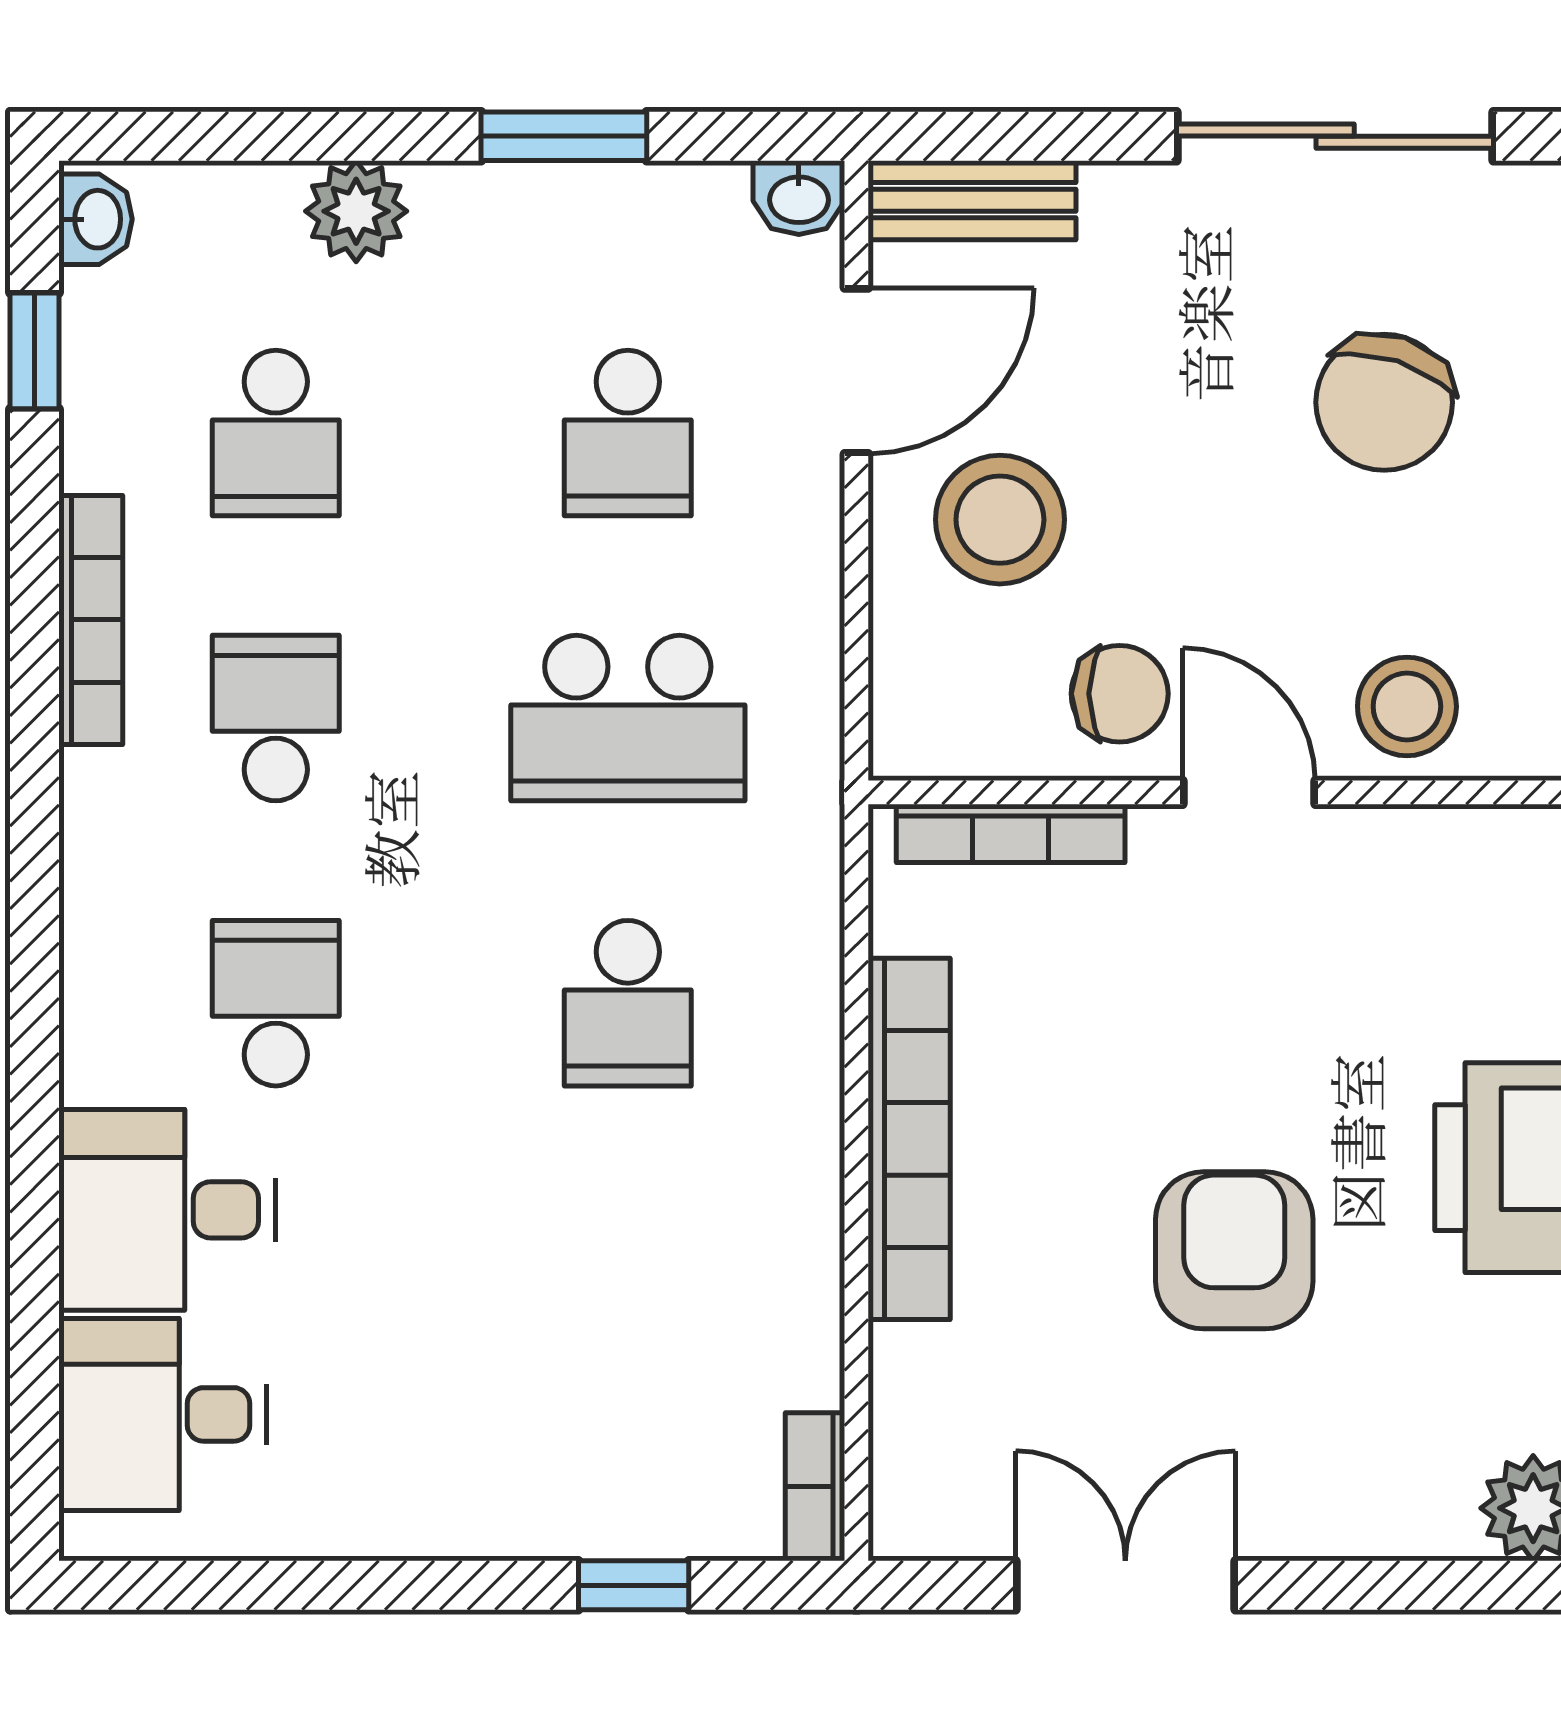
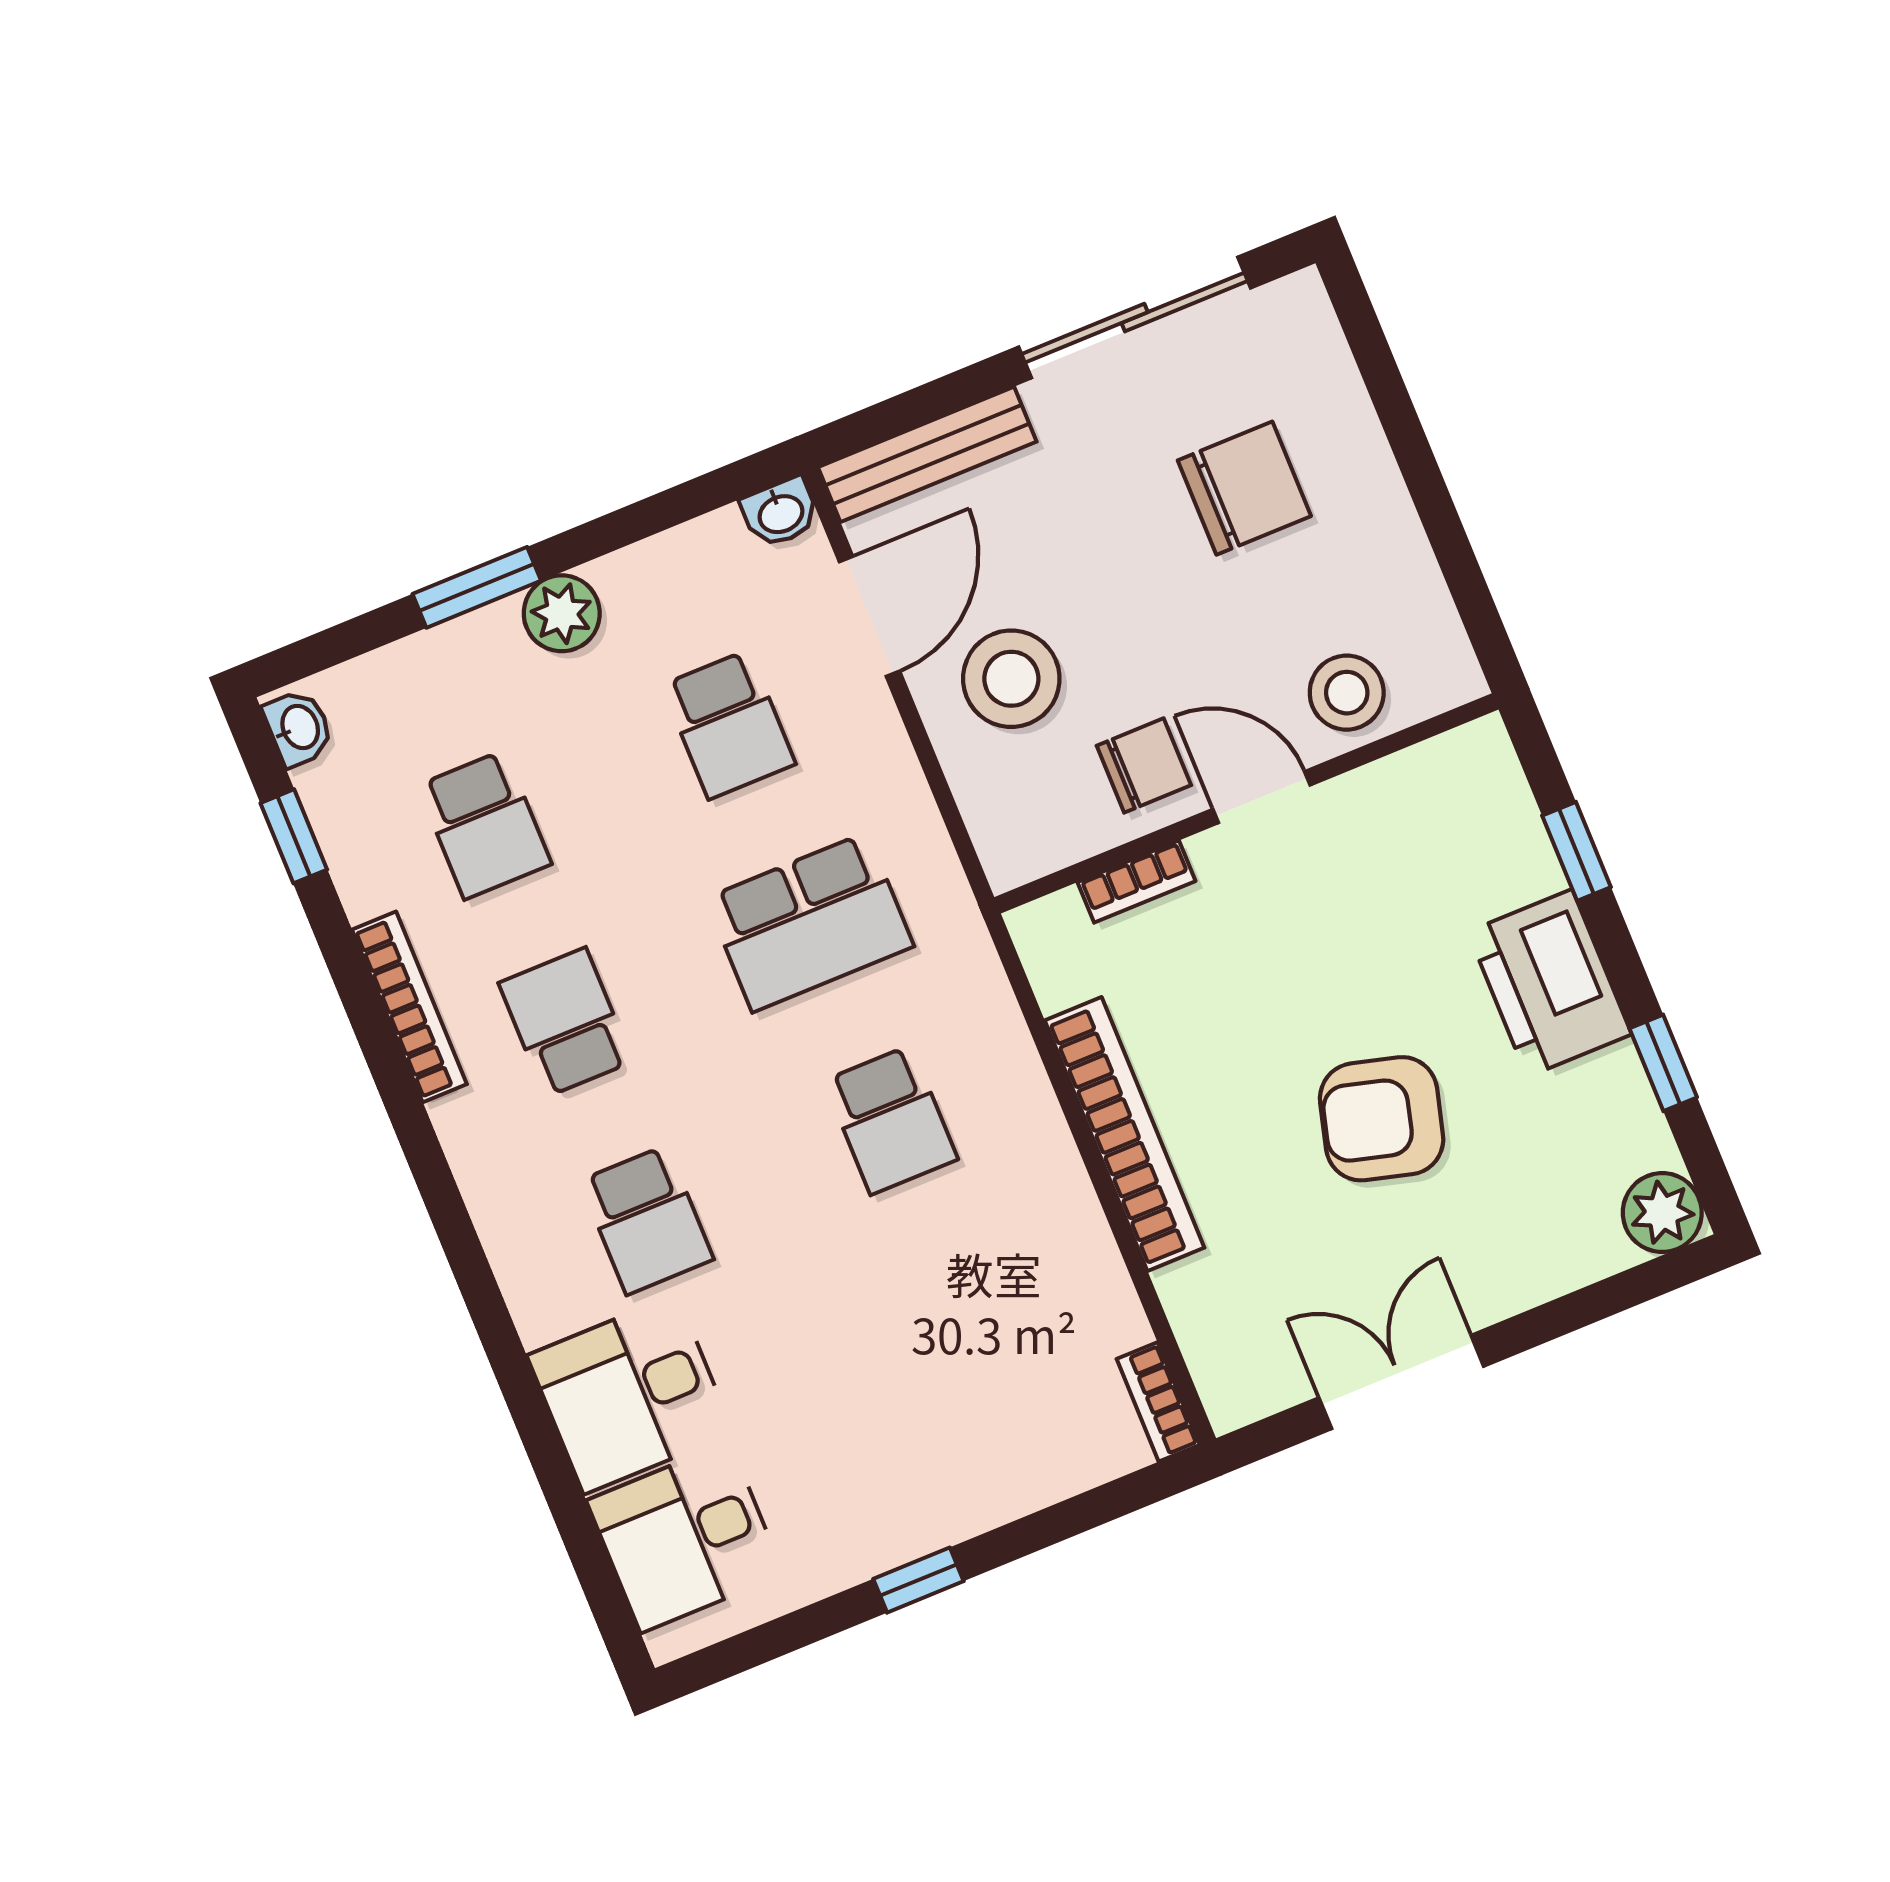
window: (564, 136) -> (477, 587), moved
bench: (972, 200) -> (927, 454), width x1.36
plant: (356, 211) -> (562, 613), moved
chair: (1384, 402) -> (1244, 488), turned -108
bookcase: (1011, 833) -> (1136, 882), width x0.64
school desk: (276, 1003) -> (647, 1220), turned 180
armchair: (1234, 1250) -> (1382, 1119), turned -75
window: (634, 1585) -> (918, 1580), moved

